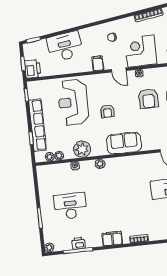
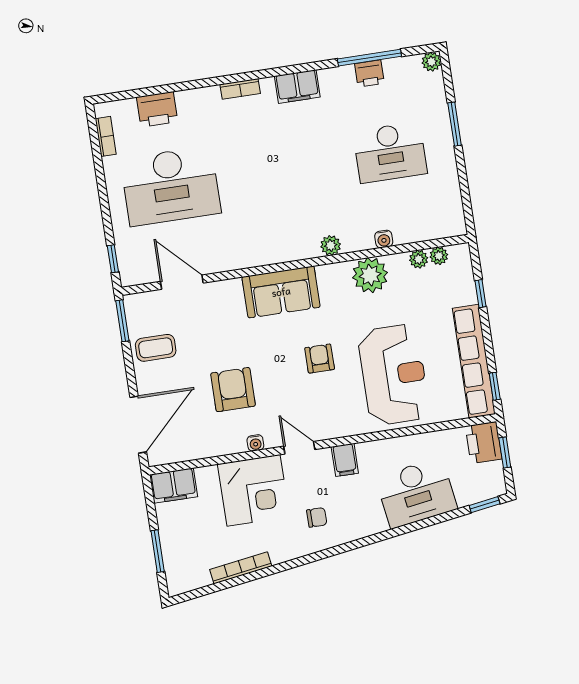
row of seats: (38, 125) -> (474, 361), moved

